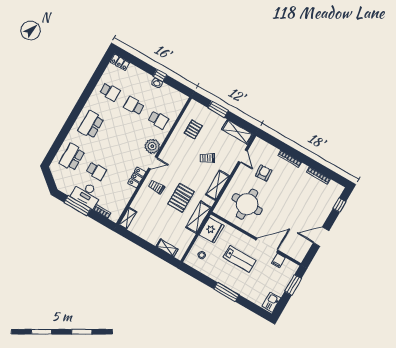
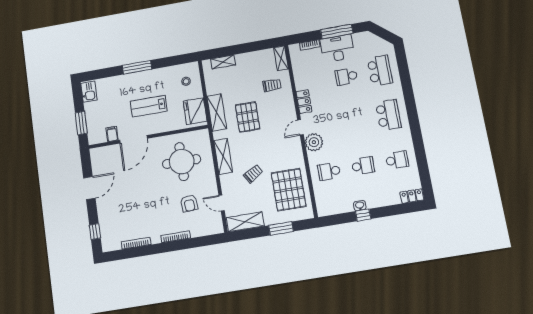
school desk: (110, 92) -> (397, 160), turned 180
pallet: (193, 129) -> (289, 190), width x2.05, depth x2.00
trolley: (156, 187) -> (272, 85), moved

